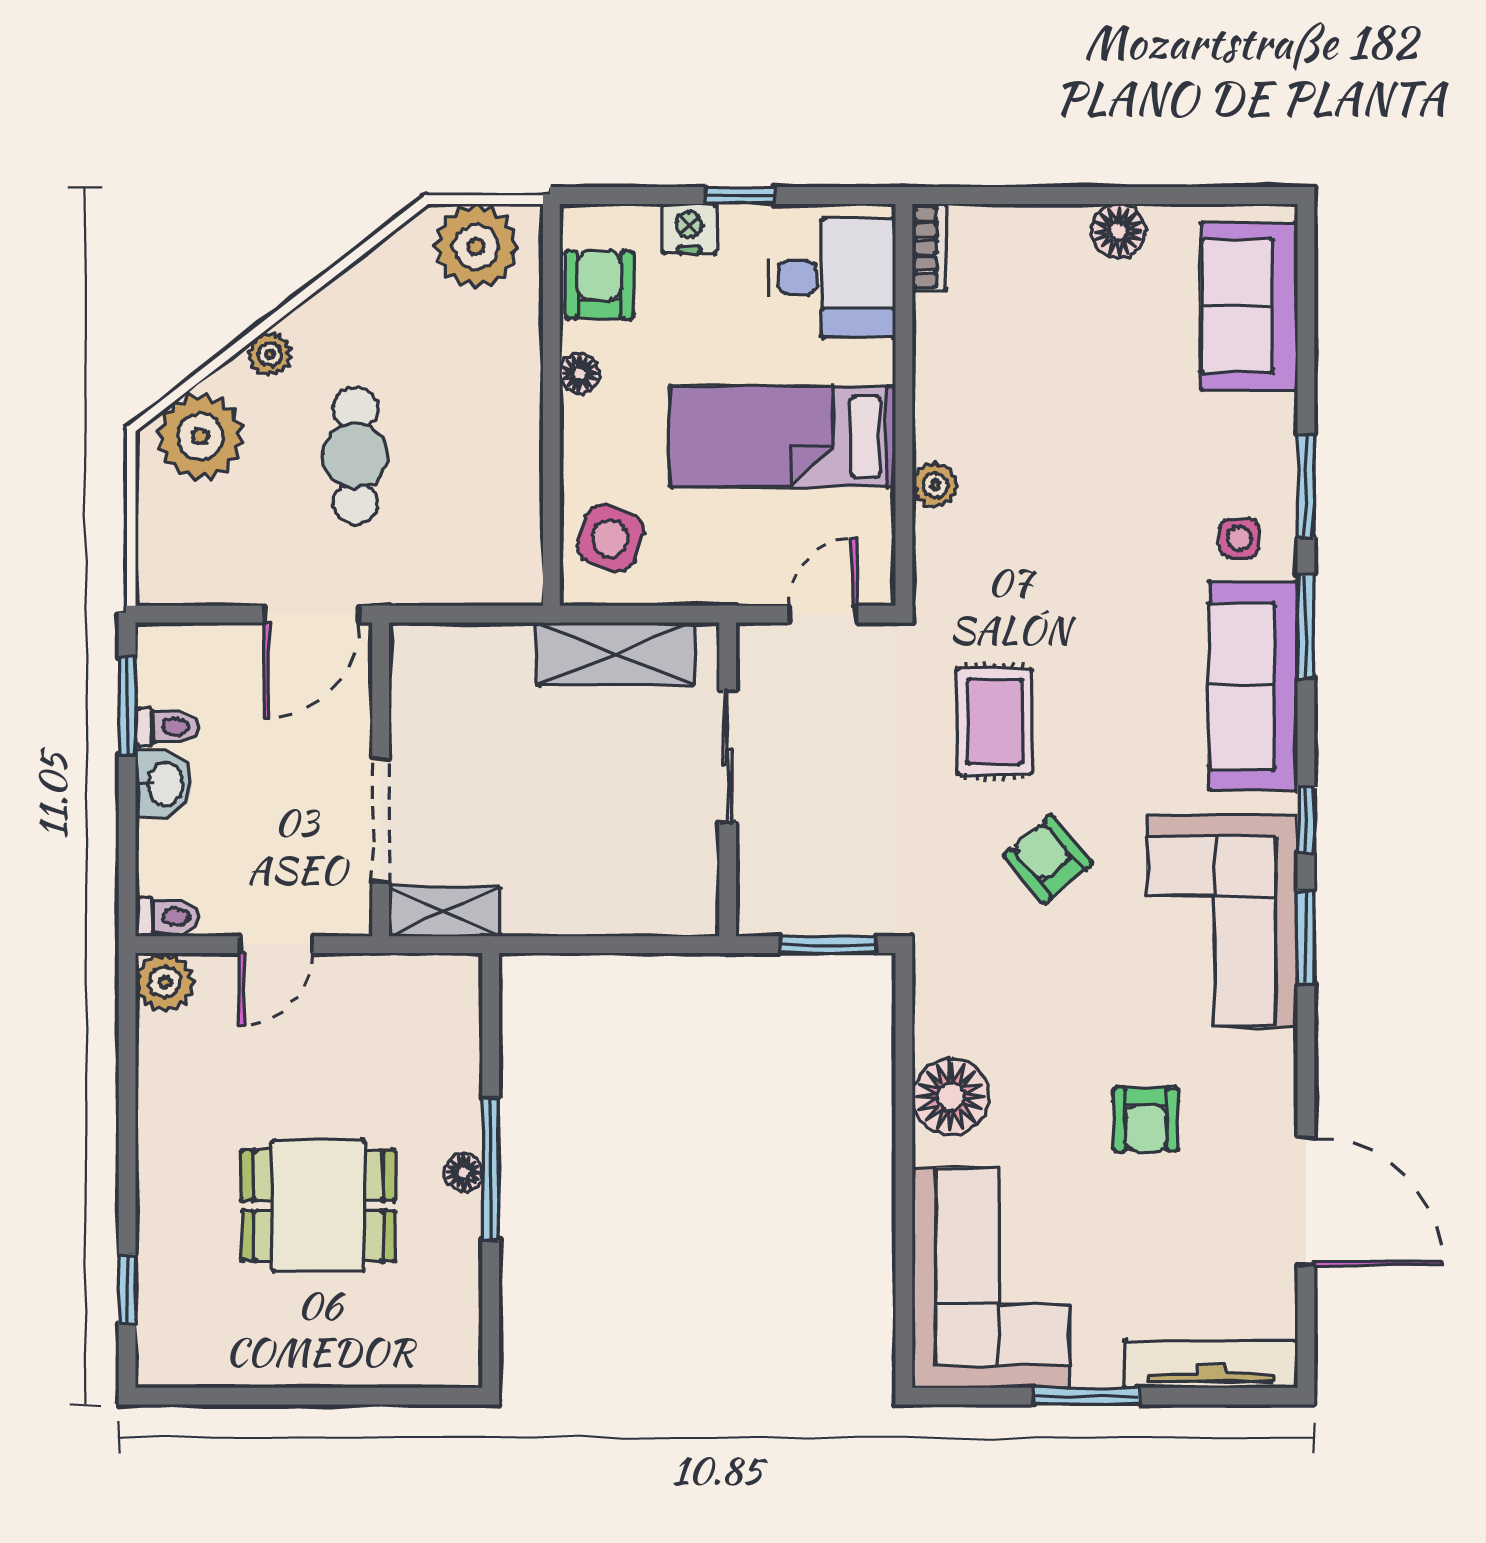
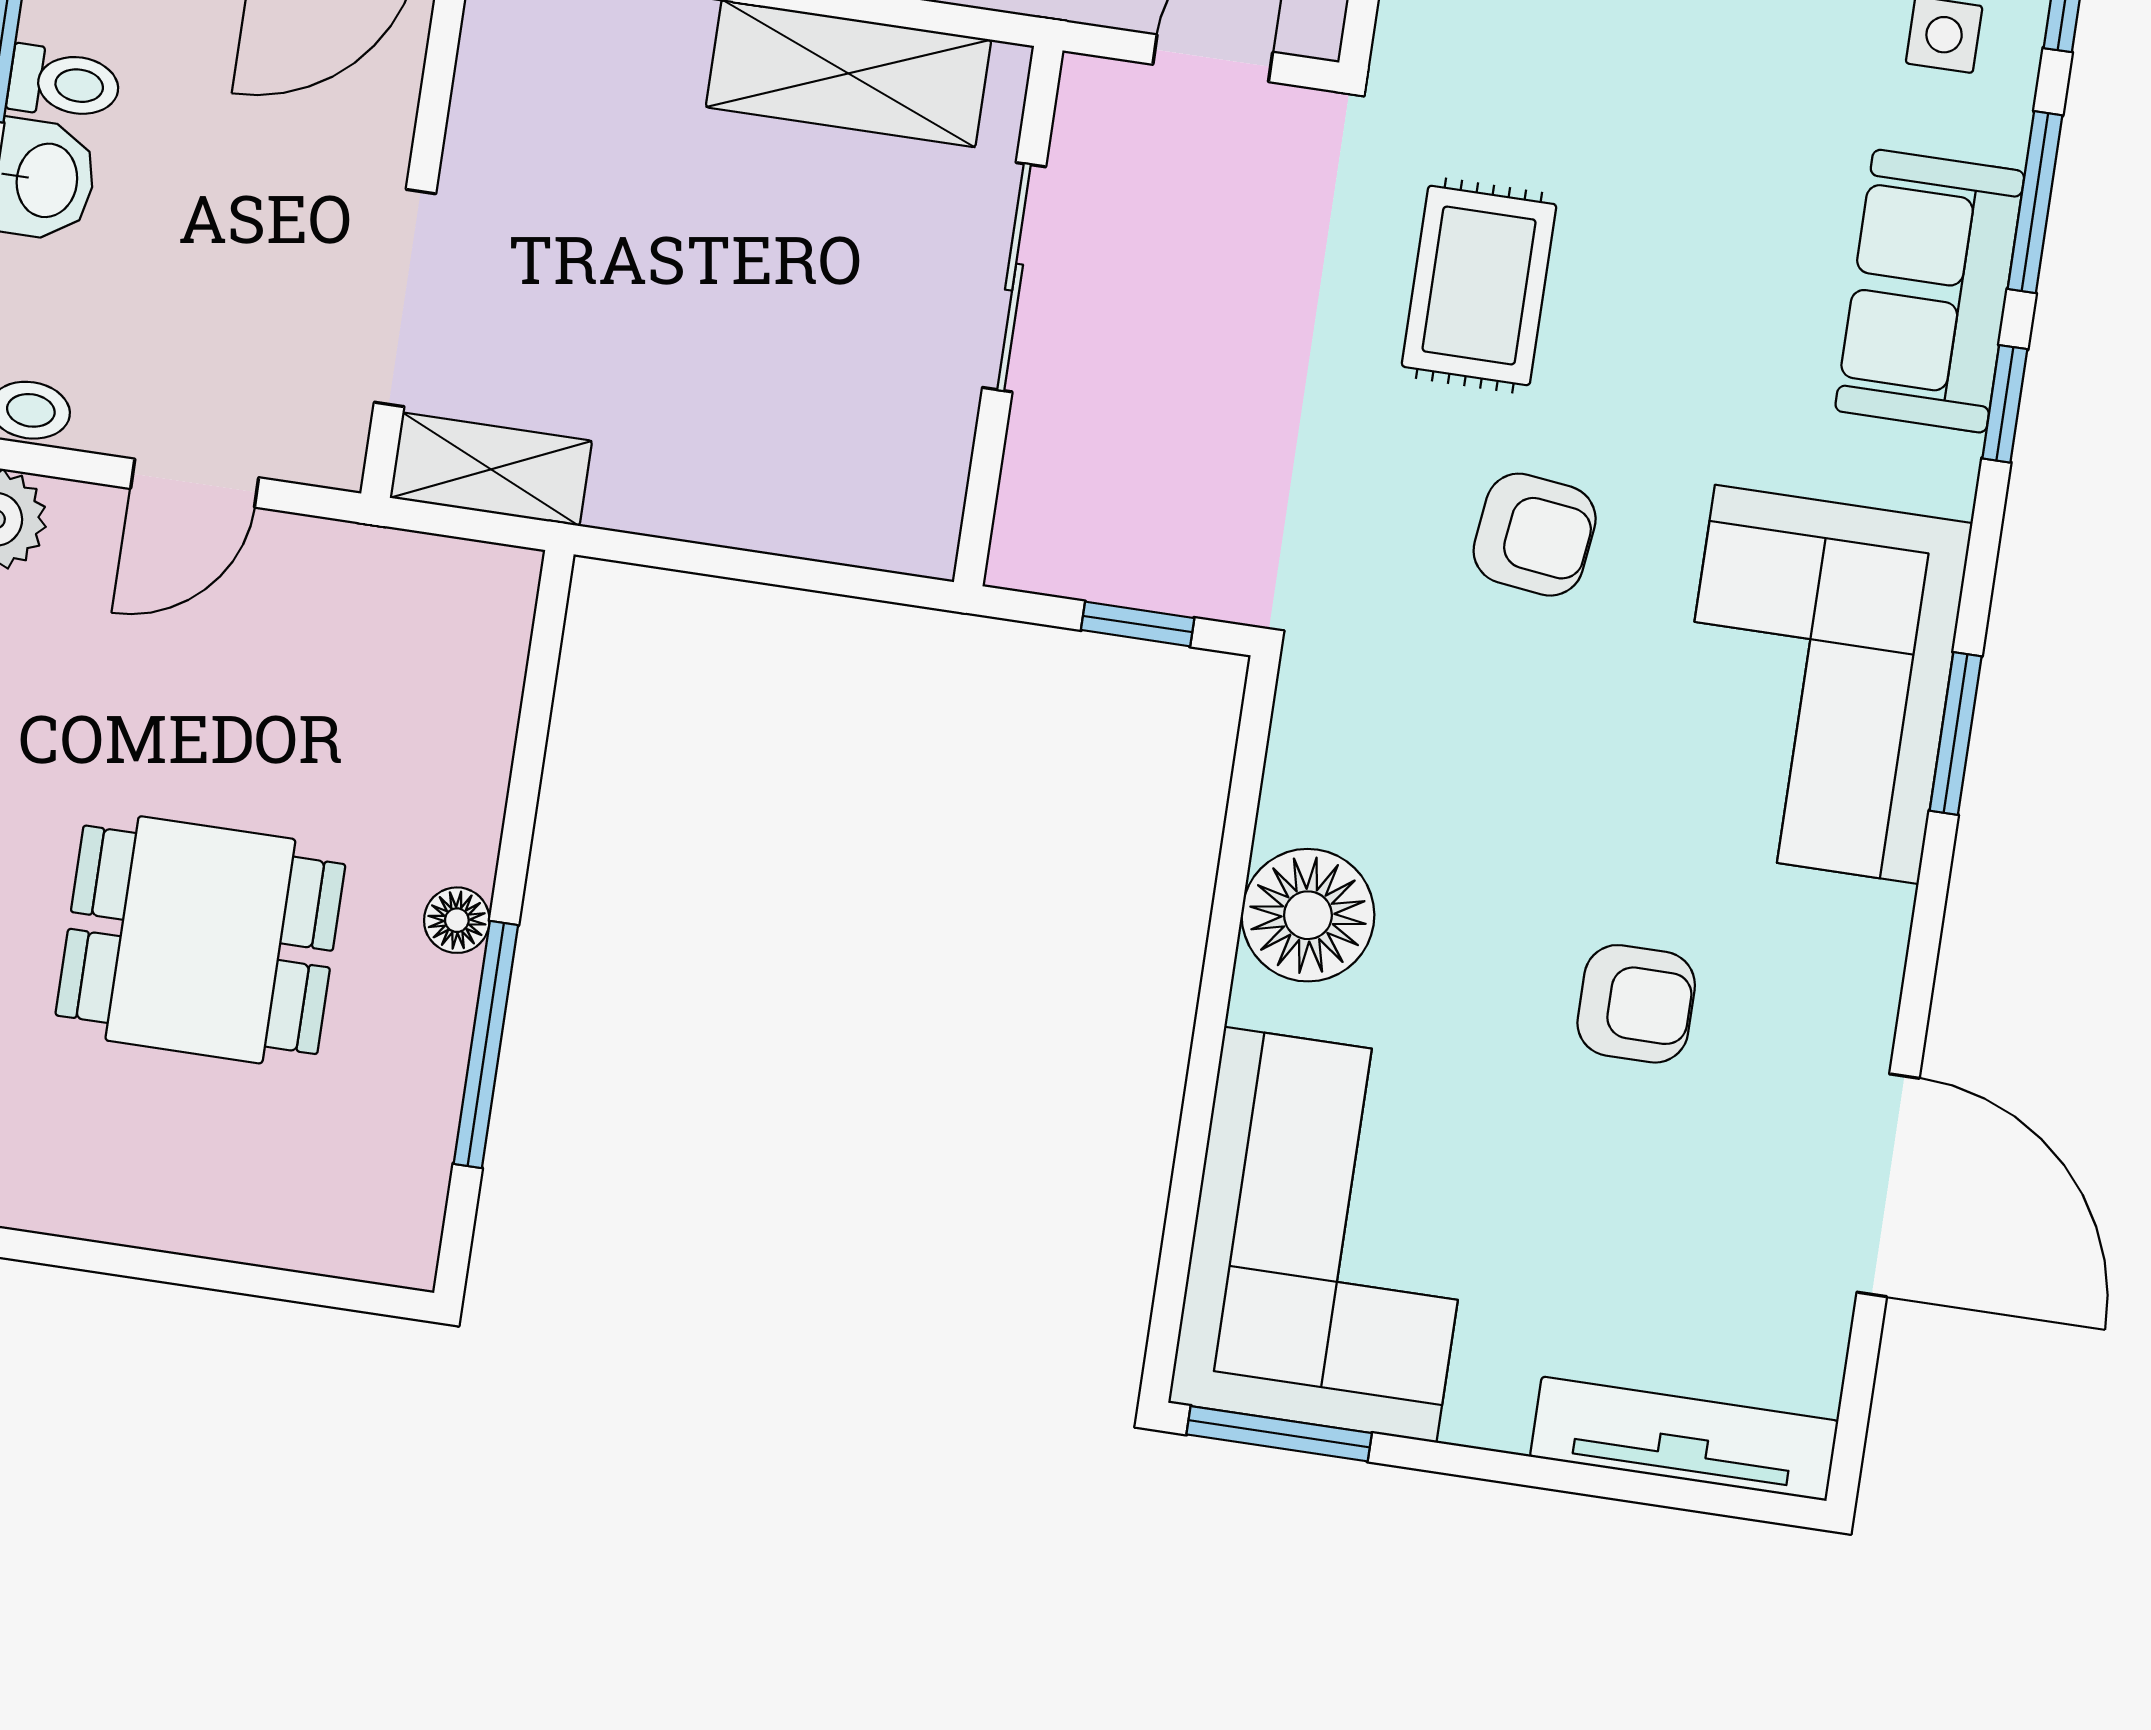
sofa: (1253, 686) -> (1930, 291), width x0.73
window: (1306, 820) -> (2005, 404), moved
armchair: (1048, 859) -> (1535, 535), turned 137
window: (828, 945) -> (1138, 624), width x0.67
armchair: (1146, 1119) -> (1636, 1004), turned -90
window: (491, 1169) -> (486, 1045), moved
window: (1086, 1396) -> (1279, 1434), moved

